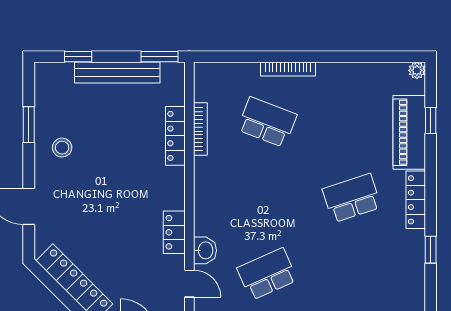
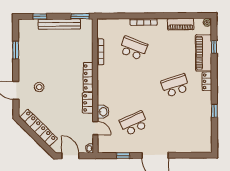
piano: (363, 74) -> (181, 24), added
locker: (175, 136) -> (88, 77), moved
stool: (62, 148) -> (39, 87), moved
locker: (416, 200) -> (207, 81), width x0.66

